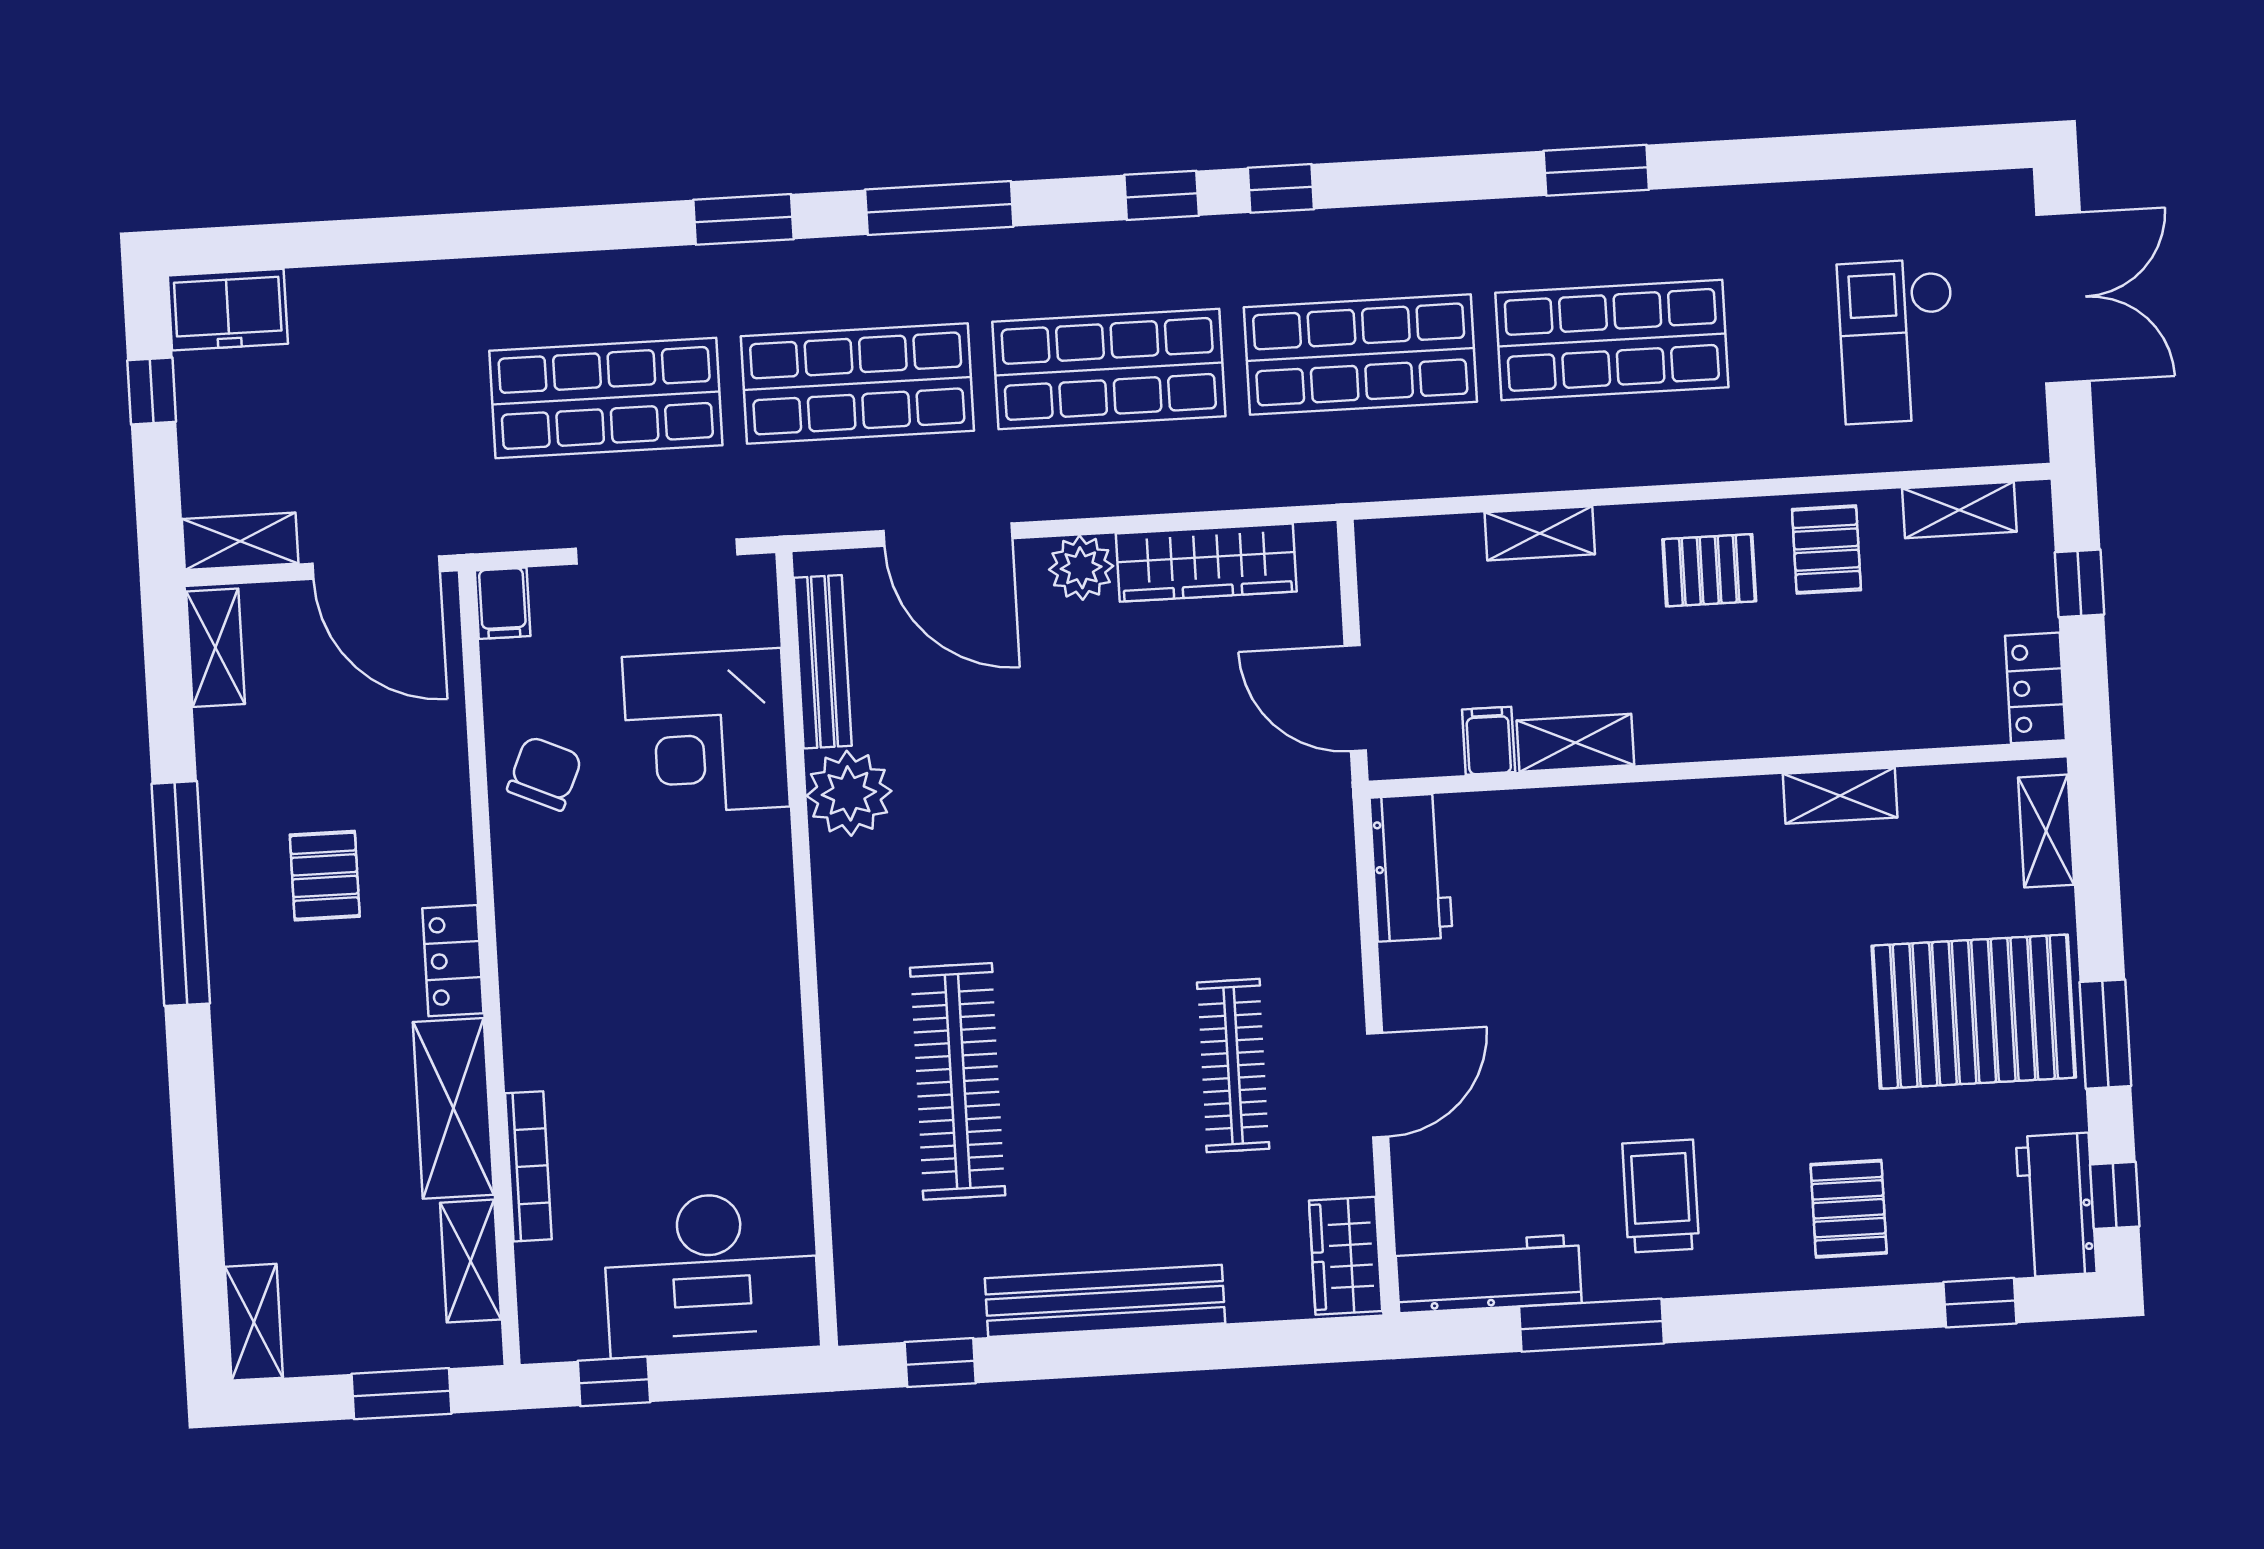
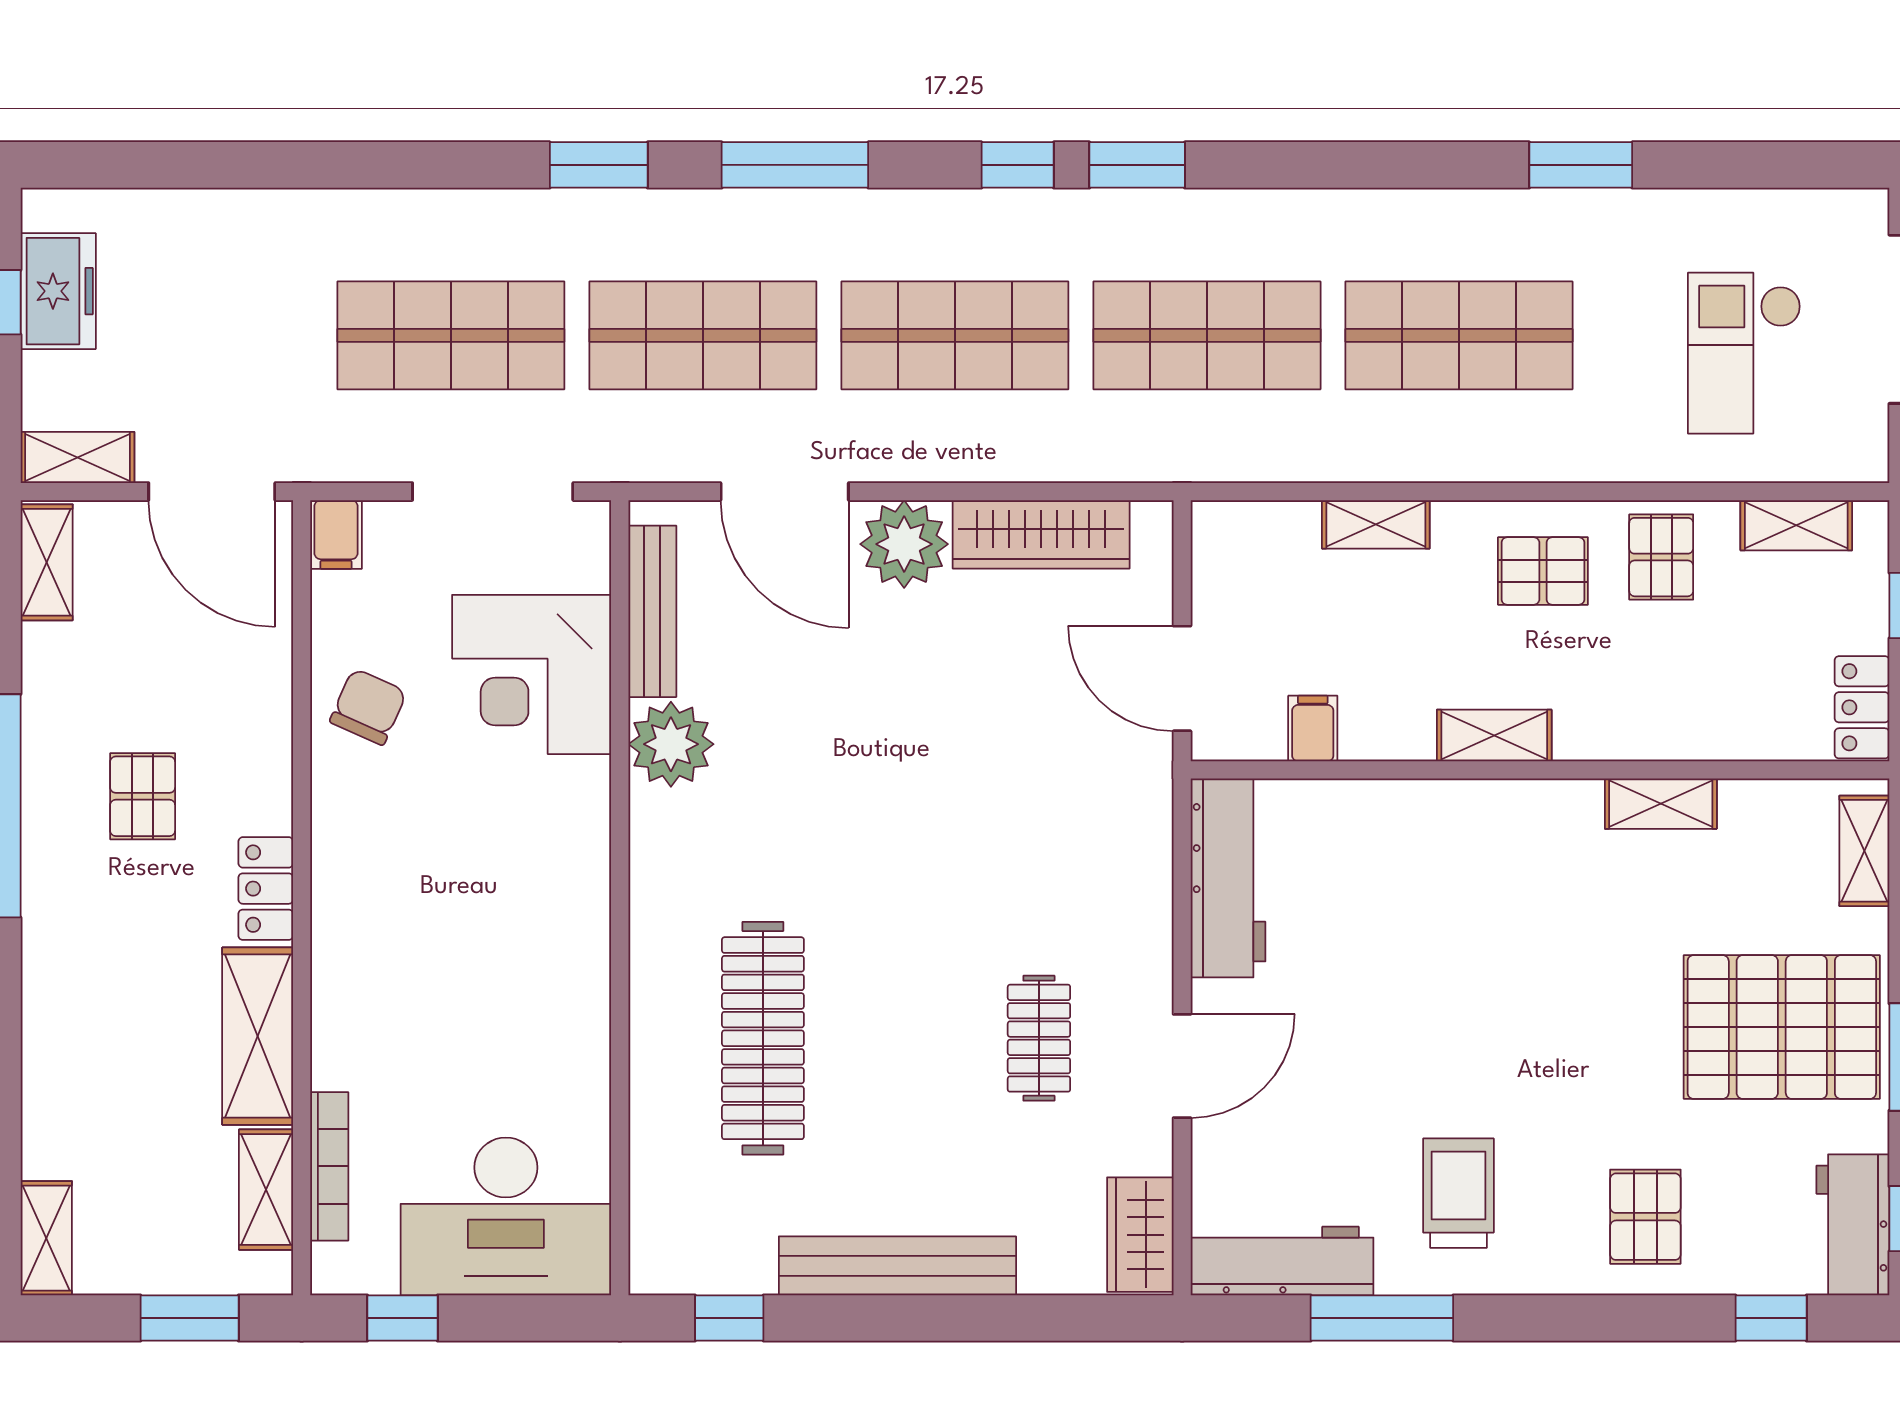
window: (1596, 170) -> (1581, 165), moved
window: (1281, 188) -> (1137, 165), width x1.50
freezer: (228, 310) -> (58, 291), moved, turned -90
plant: (1081, 568) -> (904, 544), width x1.36, depth x1.36
shelving: (1575, 743) -> (1494, 736), moved
workbench: (1411, 868) -> (1228, 878), width x1.38
clothes rail: (1233, 1066) -> (1039, 1038), width x0.73
bookcase: (528, 1166) -> (329, 1166), moved

